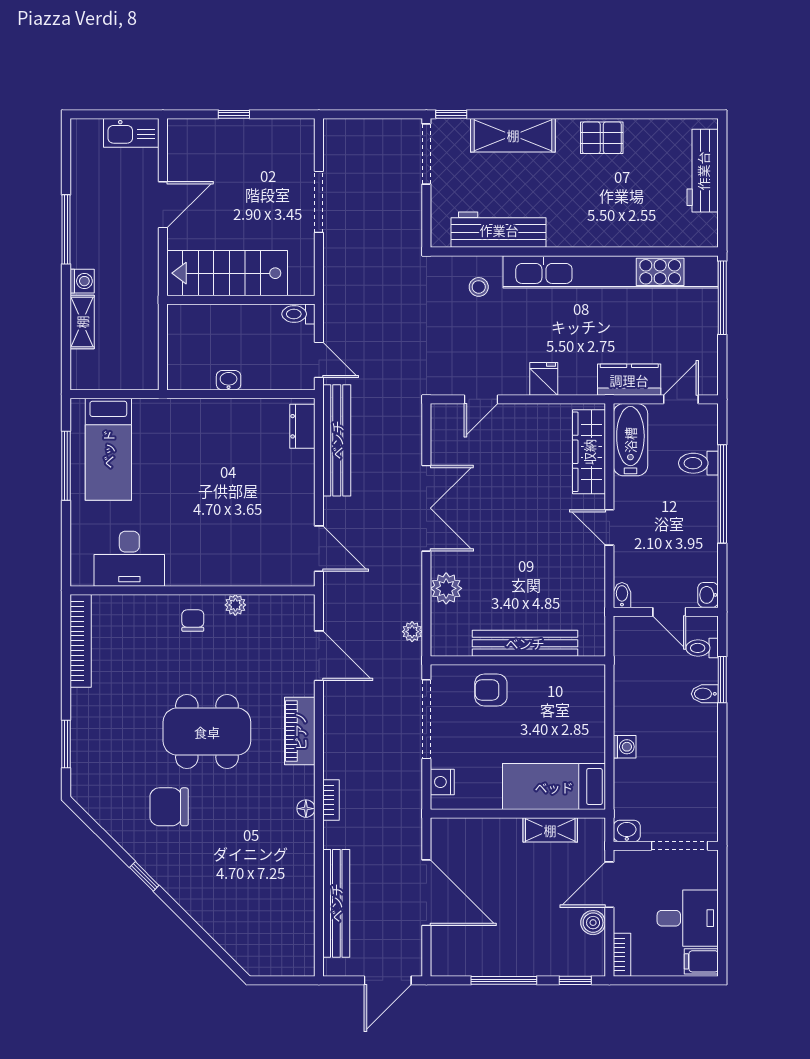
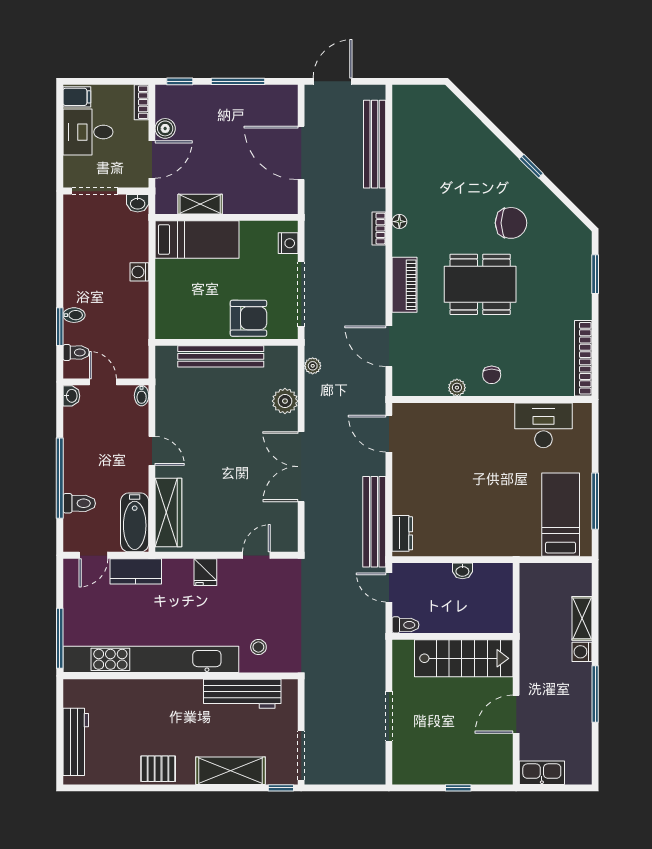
armchair: (491, 690) -> (248, 318), width x1.38, depth x1.38

